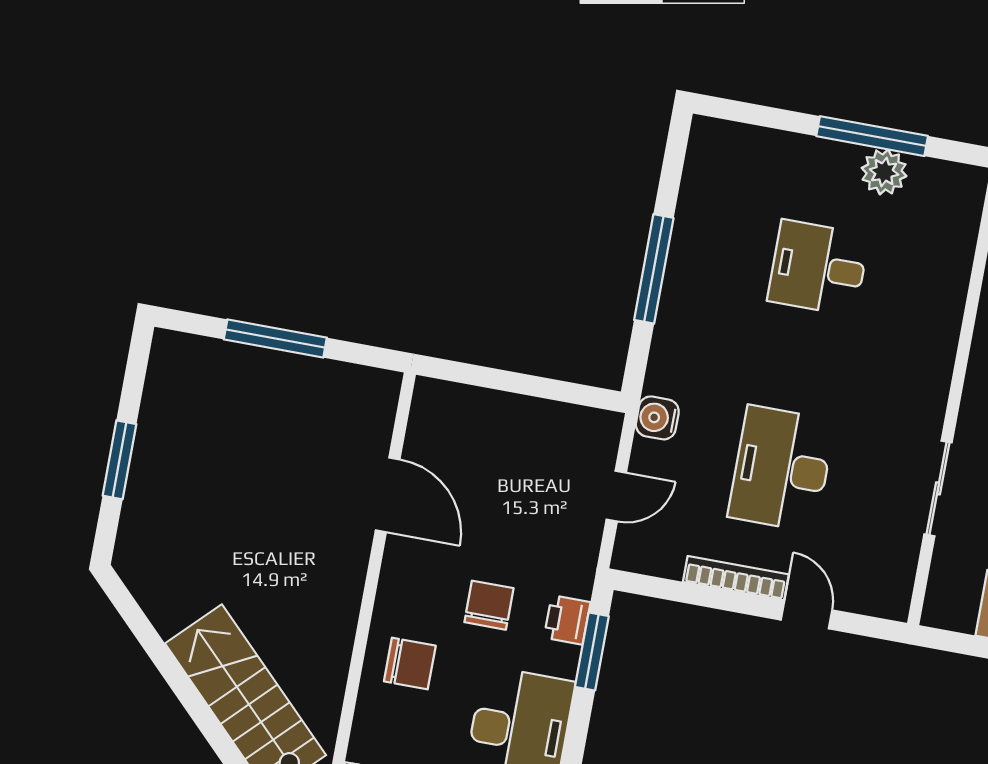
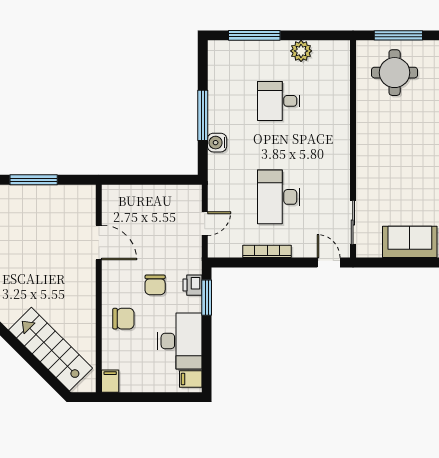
window: (872, 136) -> (254, 35), moved
water cooler: (657, 418) -> (217, 143), moved
sliding door: (938, 488) -> (353, 222), moved
chair: (489, 605) -> (155, 285), turned 180
door: (807, 615) -> (329, 262), moved

